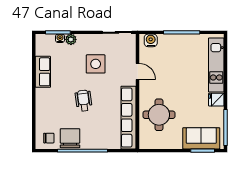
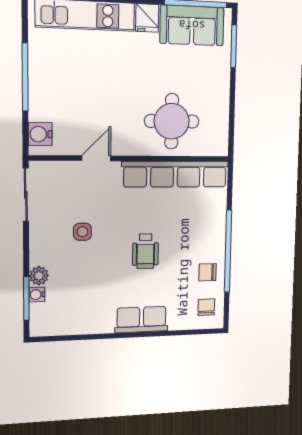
side table: (96, 64) -> (82, 232), width x0.54, depth x0.54
row of seats: (43, 72) -> (142, 320), moved
wheelchair: (84, 101) -> (145, 251), turned -83
chair: (70, 138) -> (208, 272), width x0.54, depth x0.54
sofa: (201, 138) -> (192, 25), moved, turned -90

